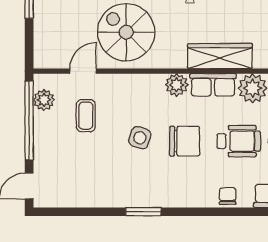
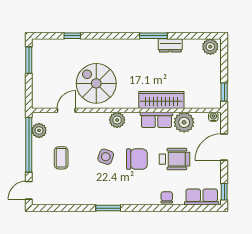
plant: (177, 85) -> (117, 120), moved
coffee table: (86, 116) -> (61, 158), moved

